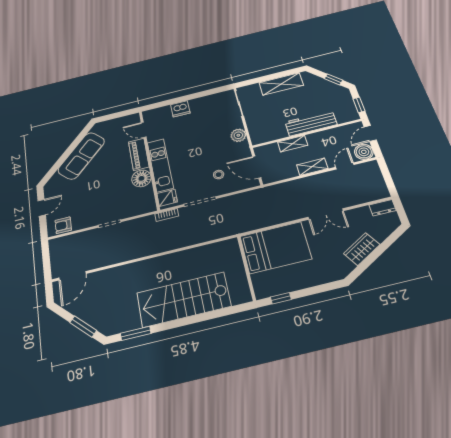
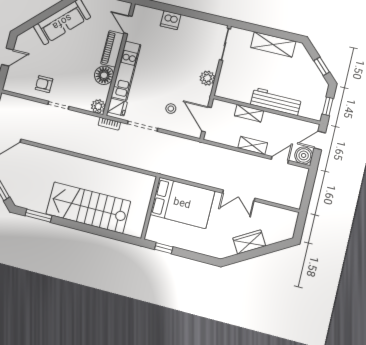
plant: (149, 206) -> (98, 106), added
dresser: (383, 208) -> (287, 216), removed
armchair: (63, 225) -> (44, 84), moved

